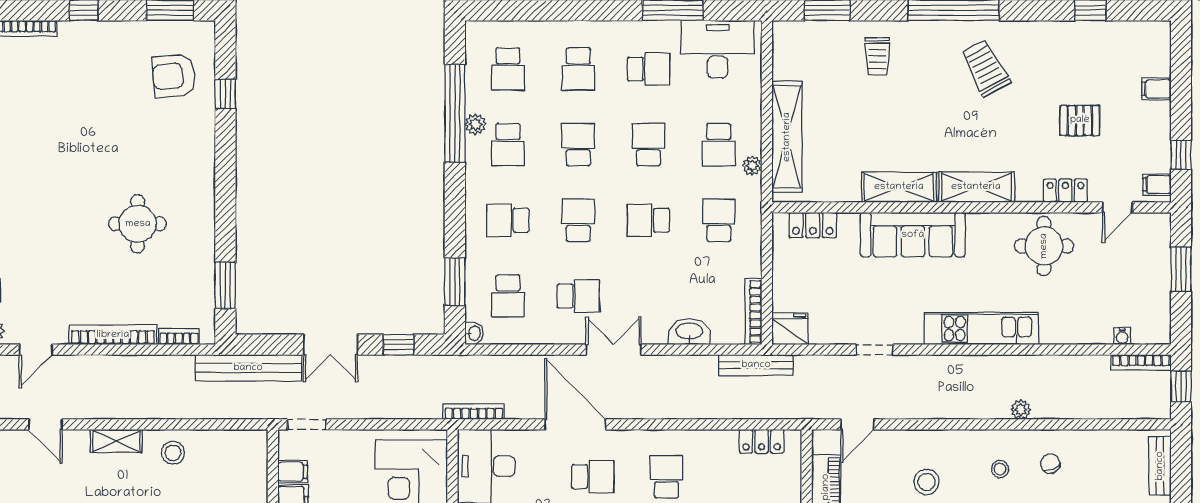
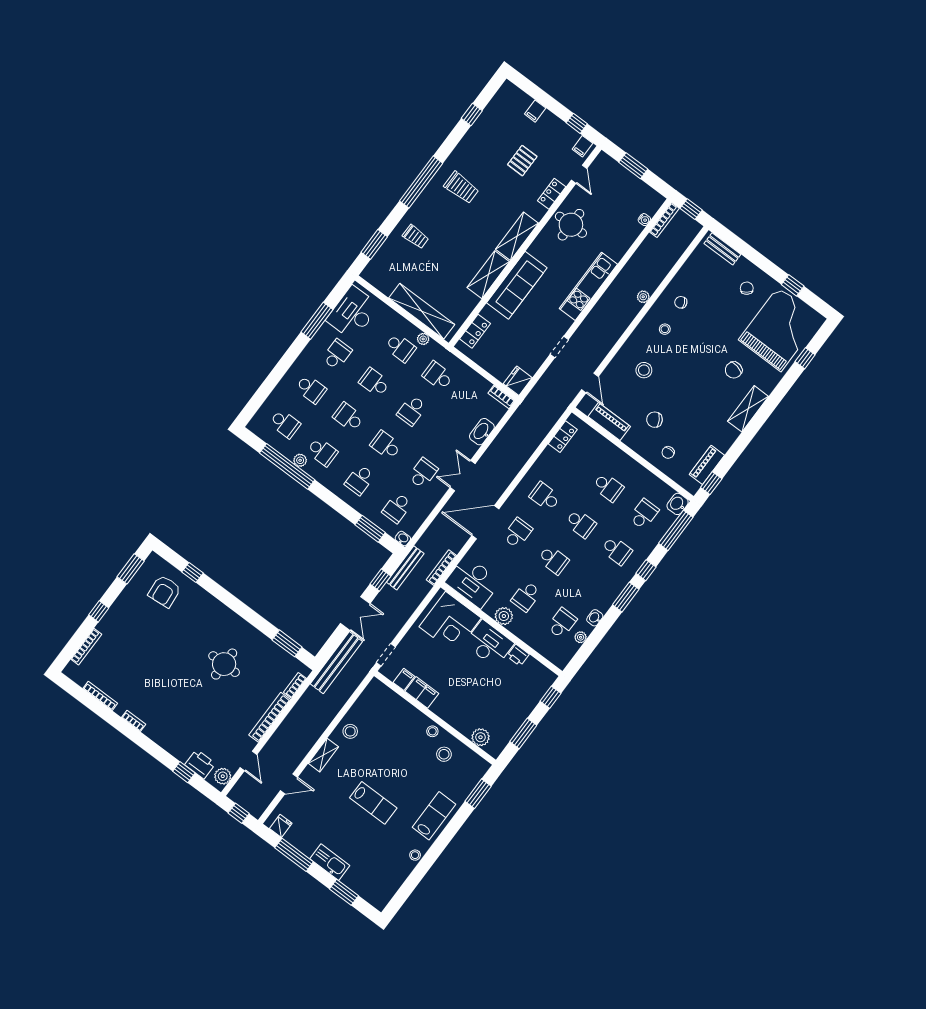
trolley: (985, 68) -> (461, 188), turned -152
school desk: (508, 296) -> (397, 508), turned 90
bookcase: (753, 312) -> (502, 397), width x0.64
bench: (756, 365) -> (405, 568), moved

